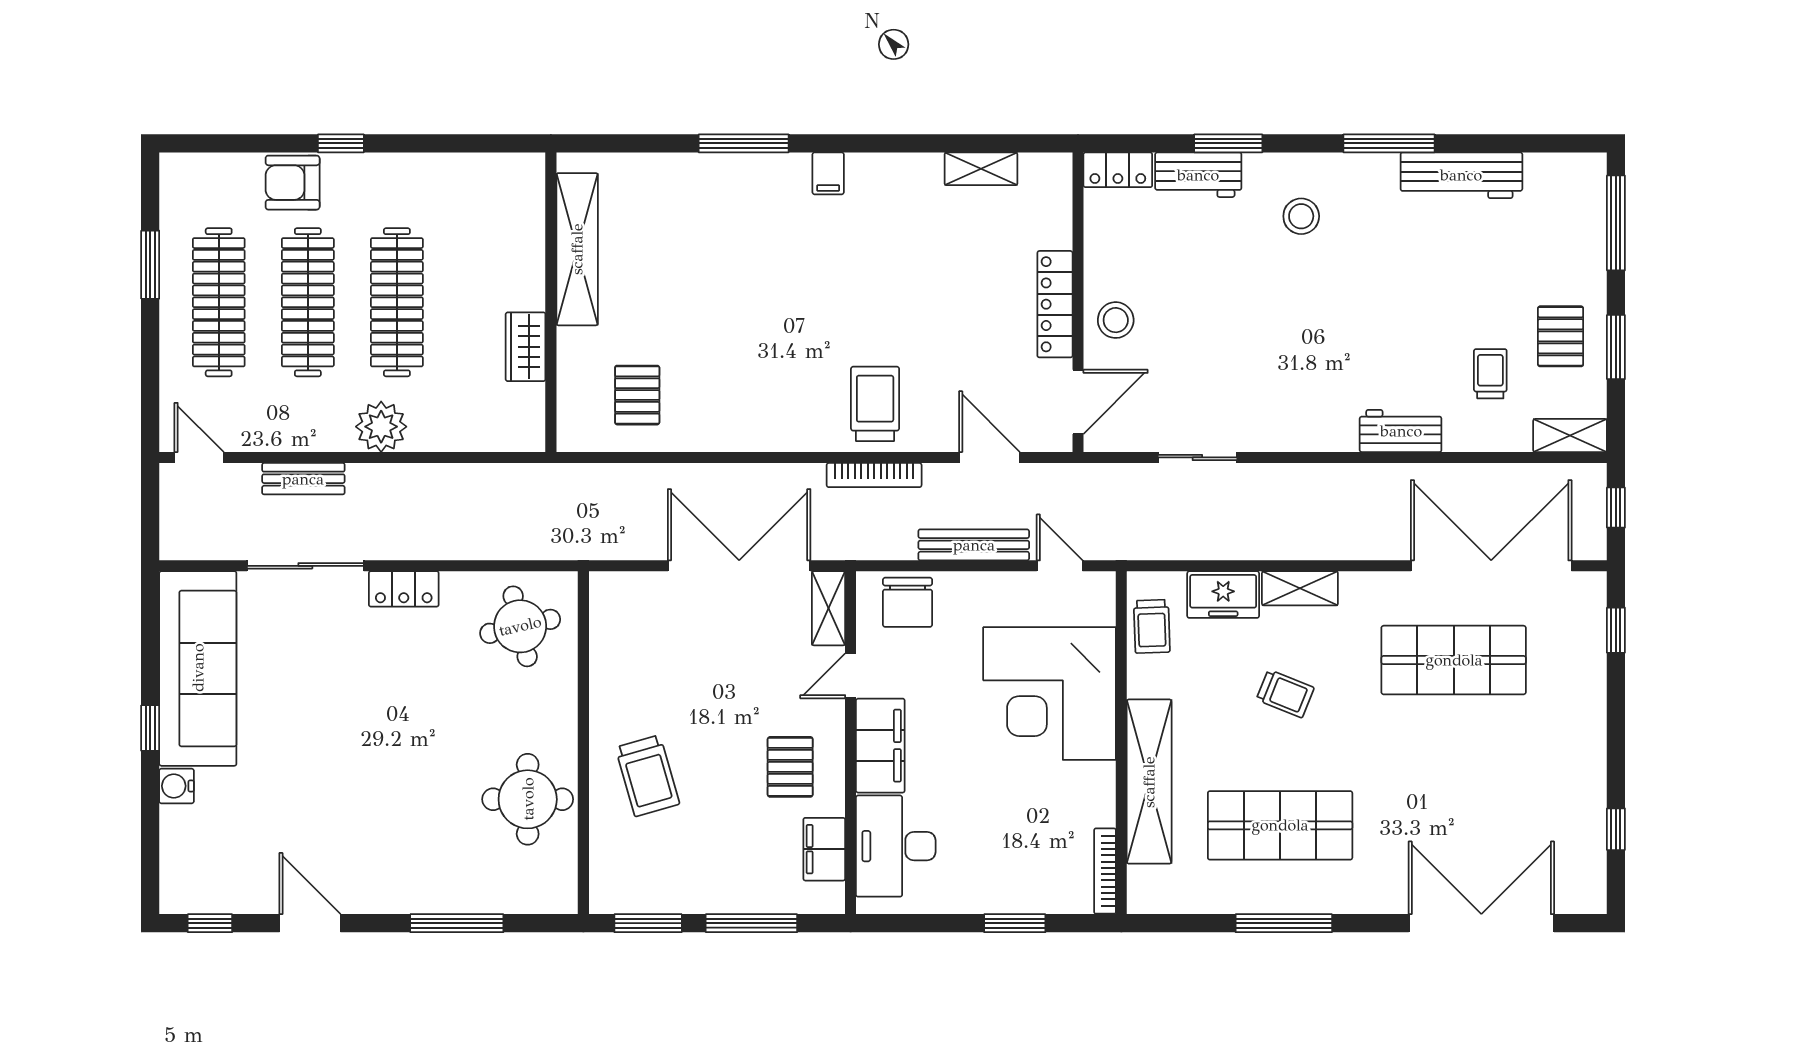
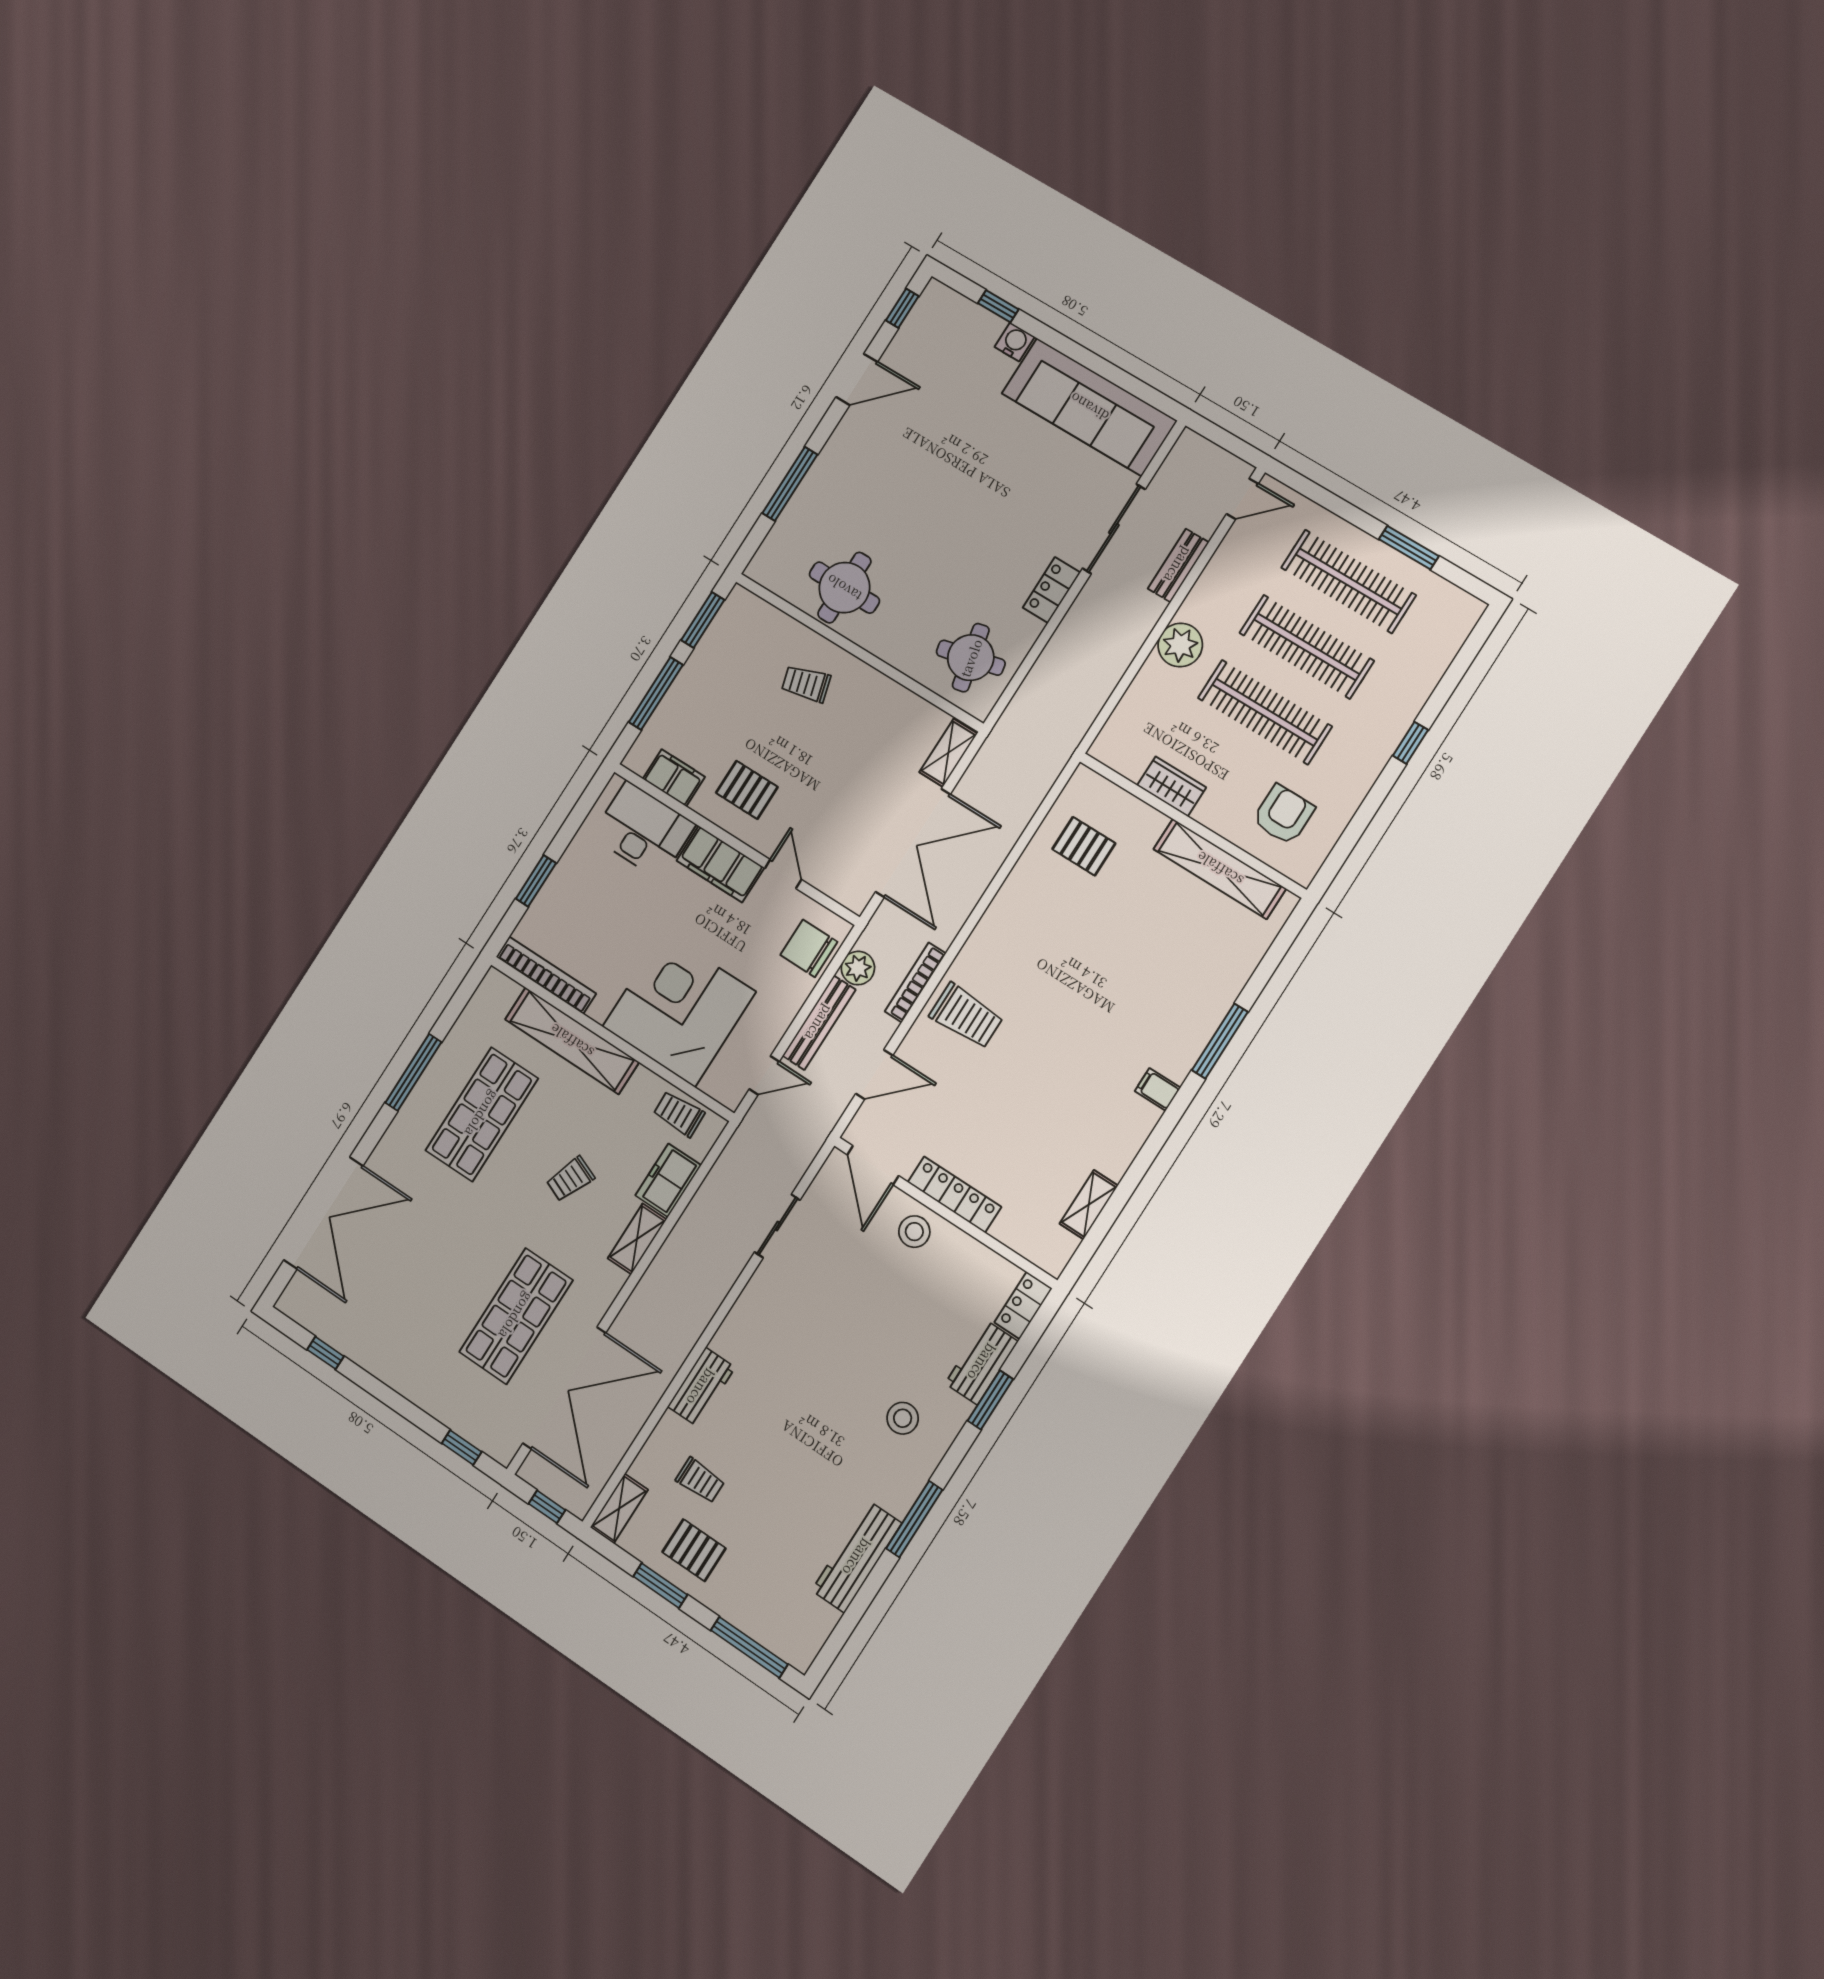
armchair: (293, 183) -> (1283, 815), moved
plant: (896, 541) -> (858, 968), added
shelving: (828, 608) -> (948, 753), moved, turned 90
window: (150, 728) -> (998, 306), moved
trolley: (647, 776) -> (806, 684), width x0.73, depth x0.72
bookcase: (1105, 871) -> (546, 975), width x1.48, depth x1.31

